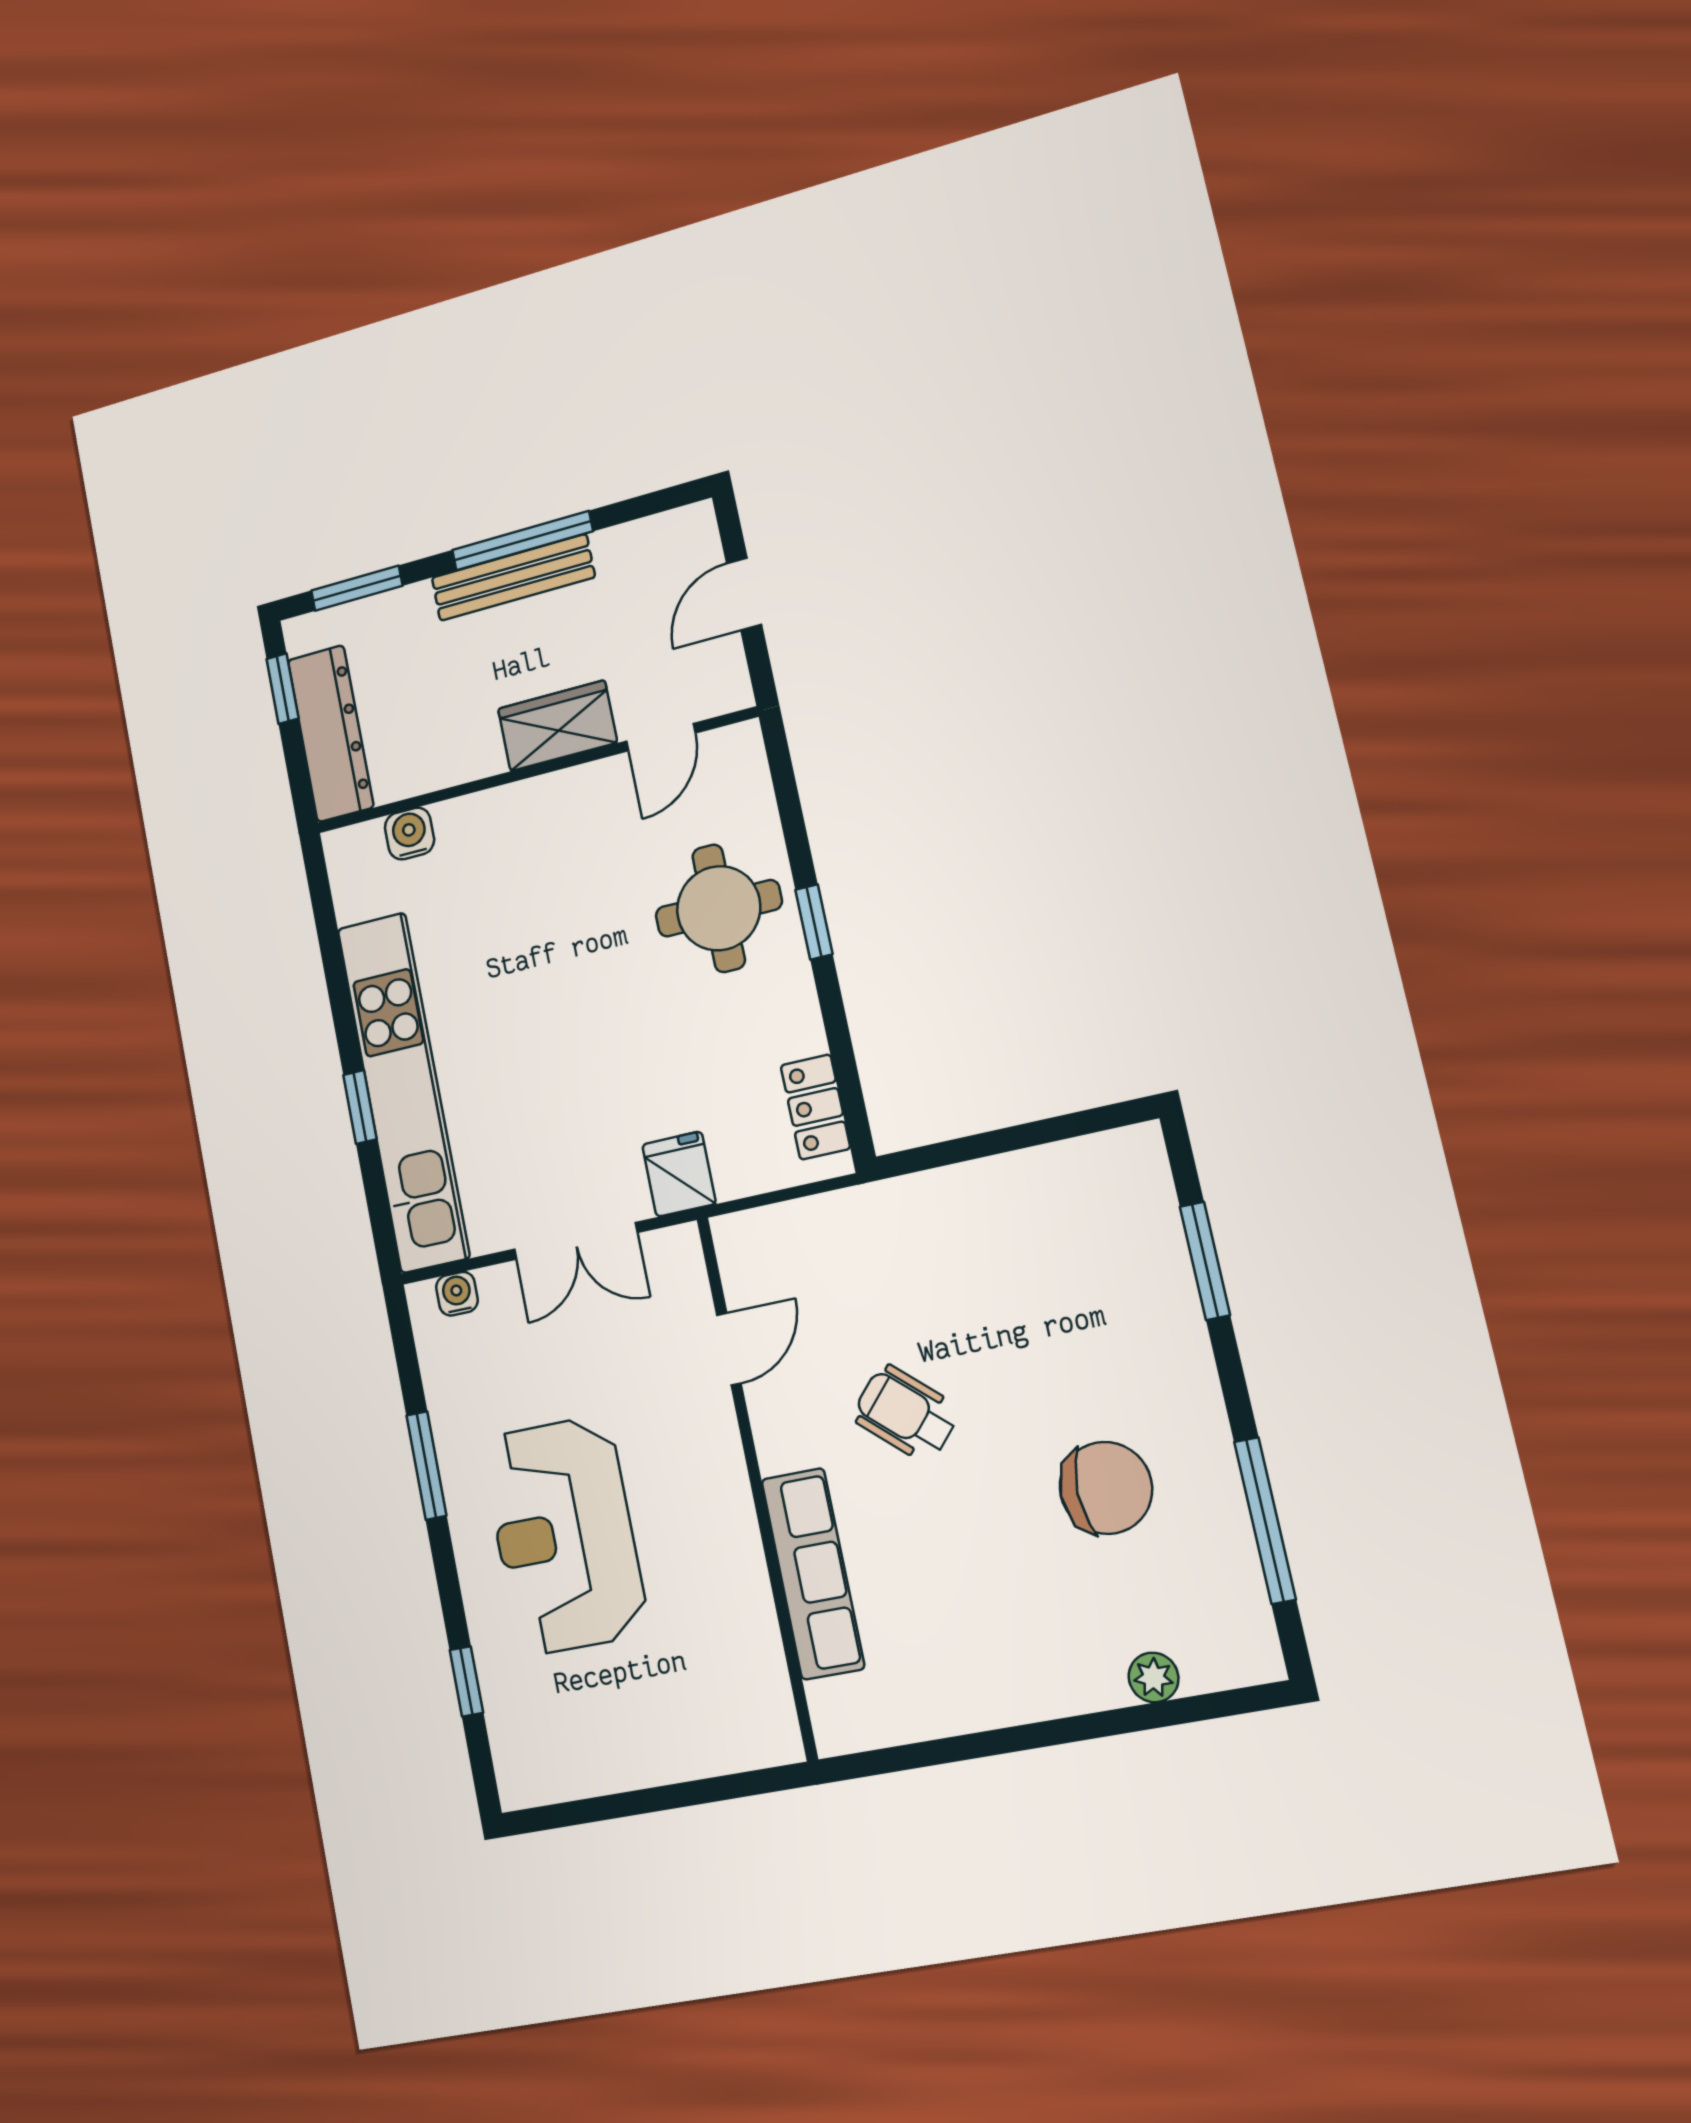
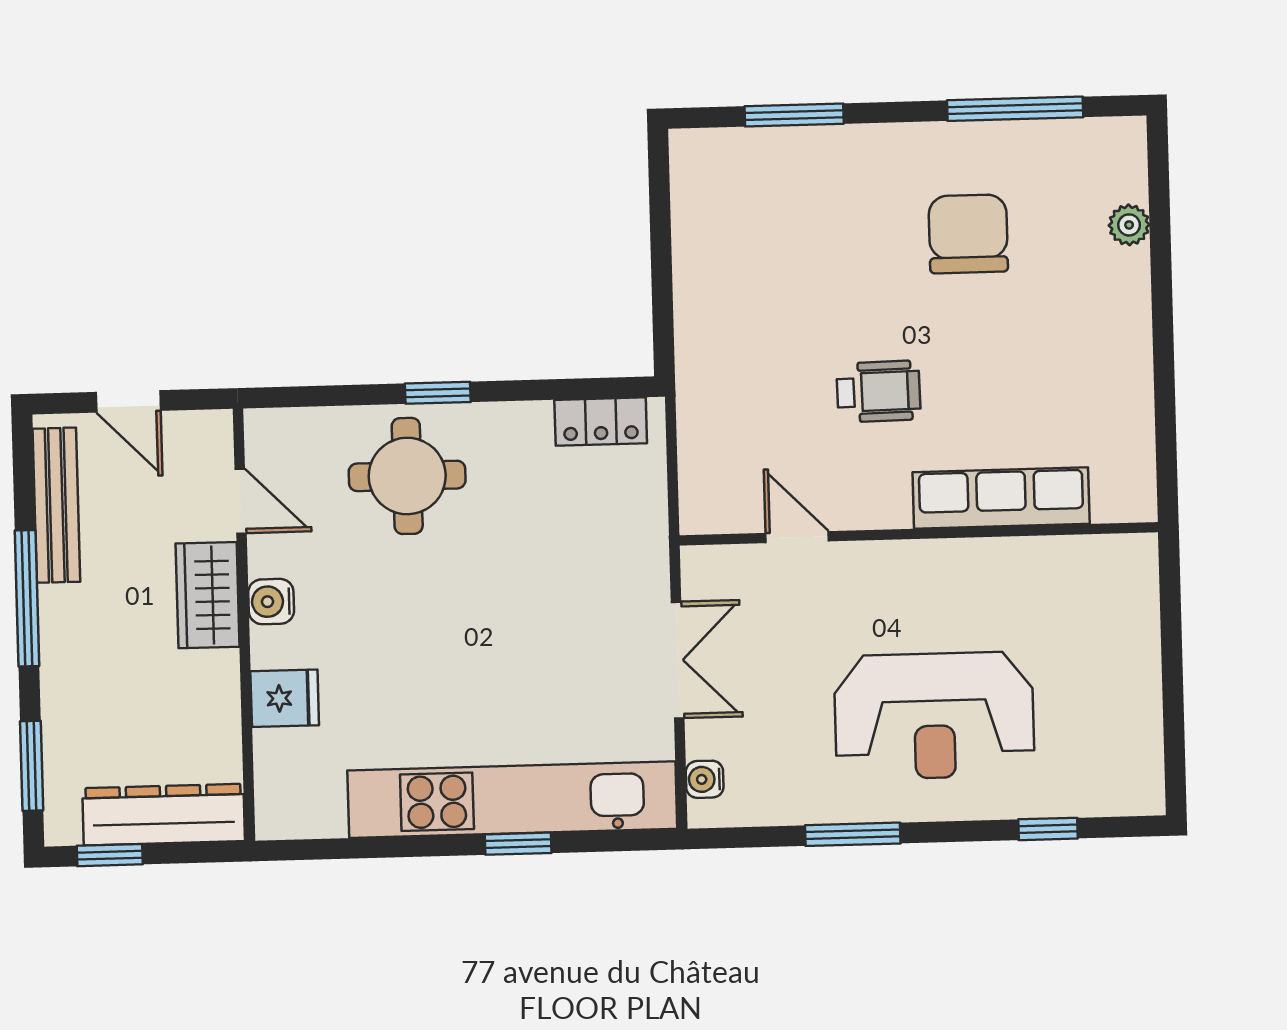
bench: (513, 577) -> (56, 505), moved
water cooler: (410, 834) -> (271, 602), moved
fridge: (679, 1174) -> (285, 698), moved, turned 180
wheelchair: (906, 1413) -> (878, 391), turned -133

